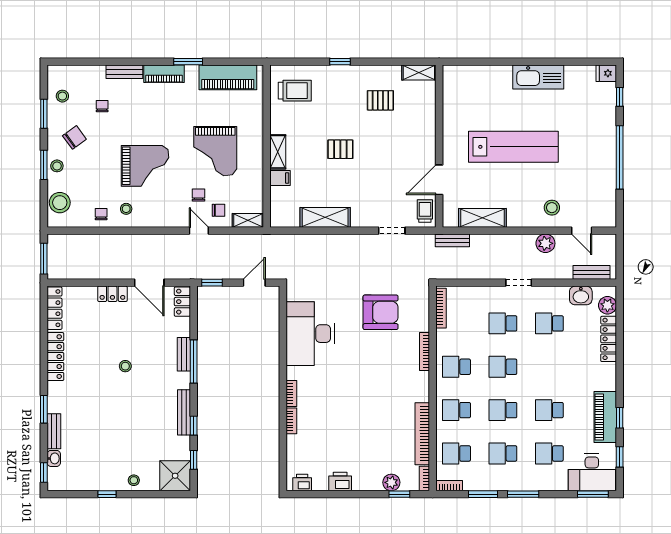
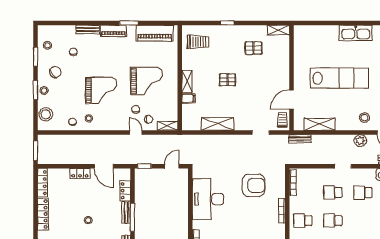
grand piano: (215, 151) -> (146, 81), turned -90
locker: (182, 302) -> (125, 191), moved

